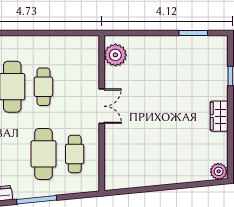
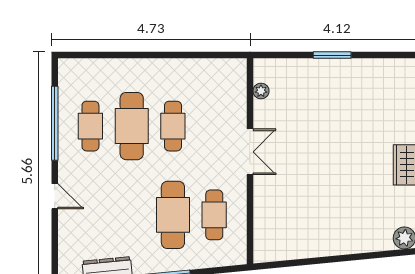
window: (193, 33) -> (332, 55), moved
plant: (115, 55) -> (261, 91), width x0.53, depth x0.53

